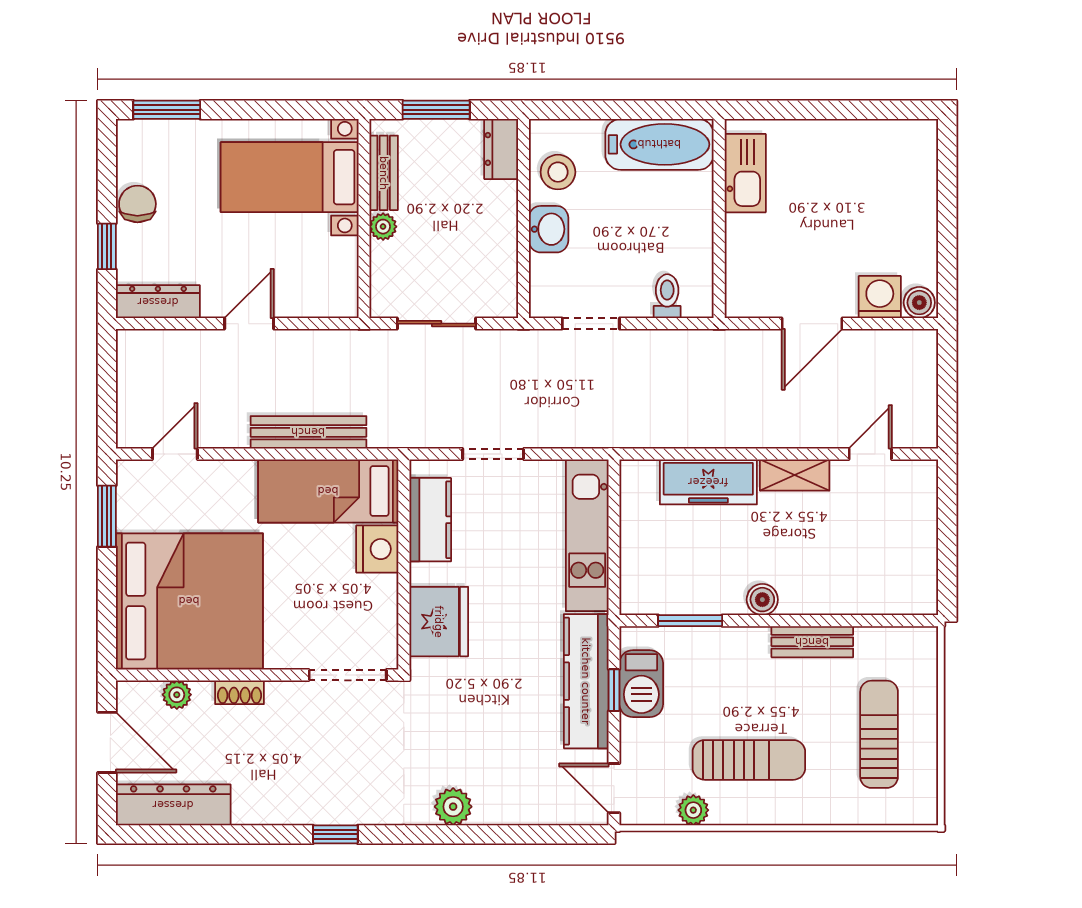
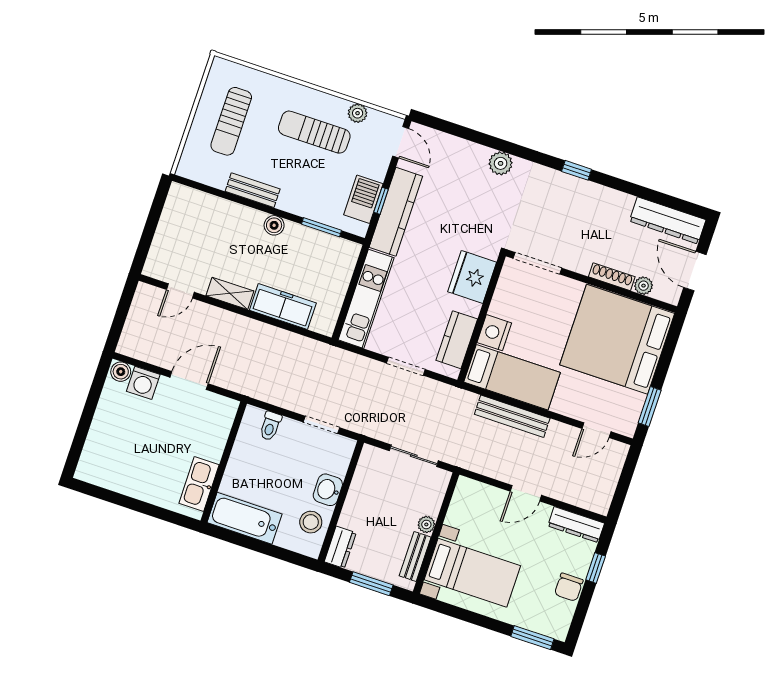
shoe rack: (240, 692) -> (612, 277), width x1.43

